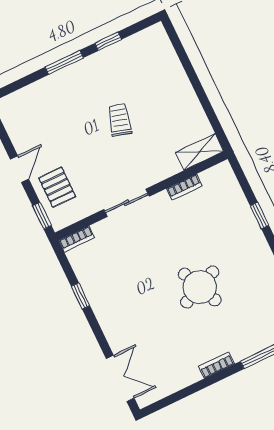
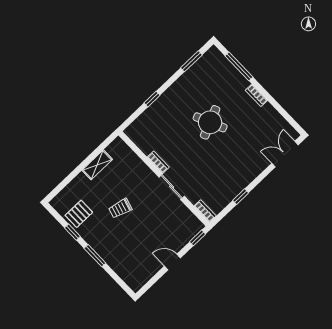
shelving: (200, 152) -> (97, 165), moved, turned 90
pallet: (57, 187) -> (79, 214), moved
bookcase: (184, 187) -> (158, 162), moved

